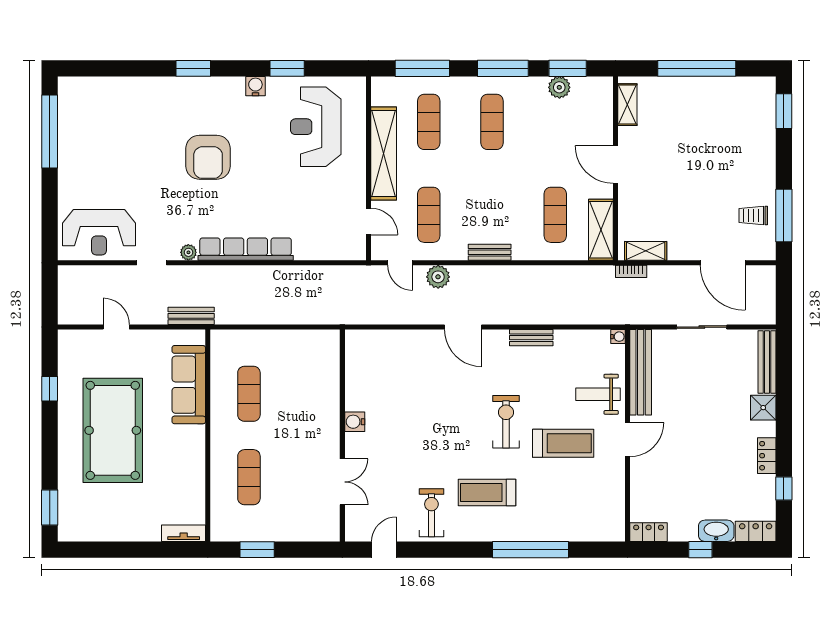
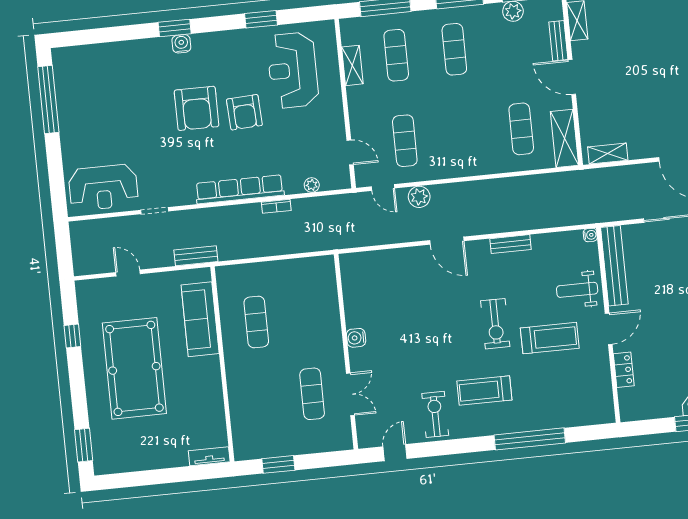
water cooler: (255, 86) -> (181, 44), moved
shelving: (384, 153) -> (352, 65), width x0.45, depth x0.75
armchair: (259, 167) -> (244, 112), added
plant: (188, 252) -> (312, 185), moved
bench: (490, 252) -> (558, 41), moved, turned 90
bookcase: (631, 271) -> (276, 206), moved
exercise bike: (506, 422) -> (495, 324), turned 180
exercise mat: (249, 477) -> (312, 394), moved
locker: (649, 532) -> (624, 370), moved, turned 90

